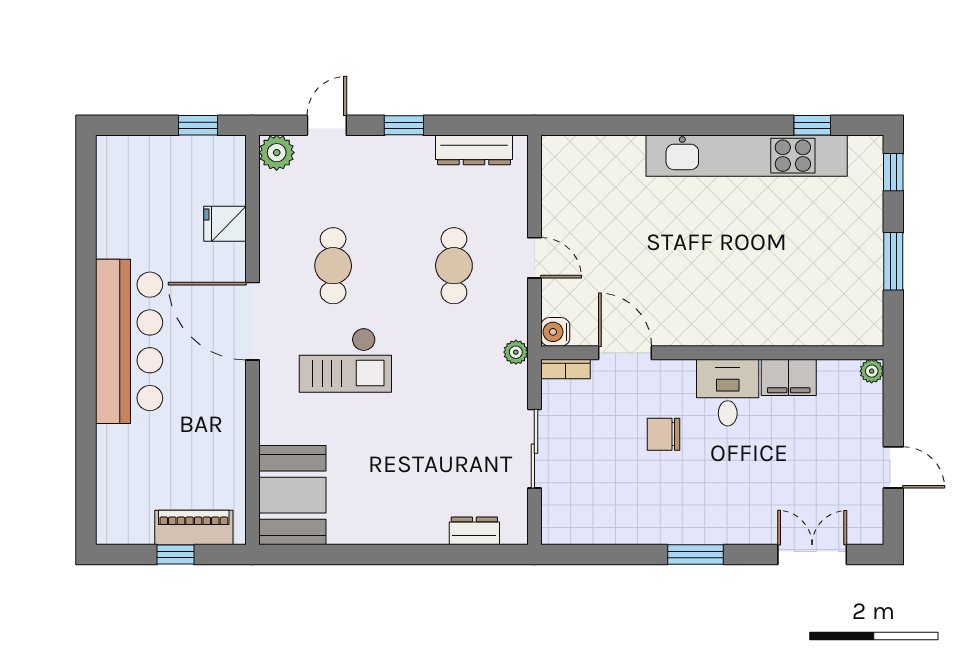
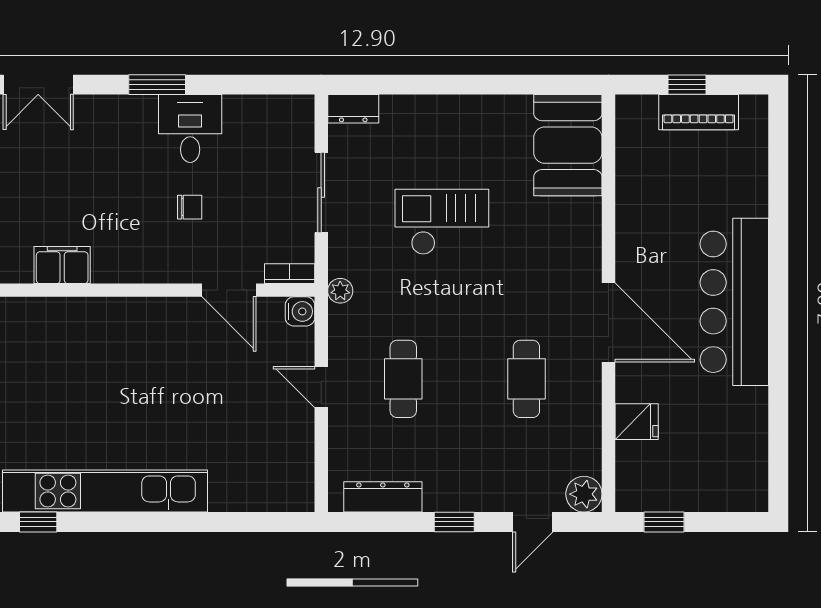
checkout: (345, 360) -> (442, 222), moved
desk: (728, 393) -> (190, 128), moved, turned 180
chair: (664, 434) -> (190, 207), width x0.73, depth x0.73
piano: (194, 527) -> (699, 112), moved
dresser: (474, 531) -> (353, 109), moved

